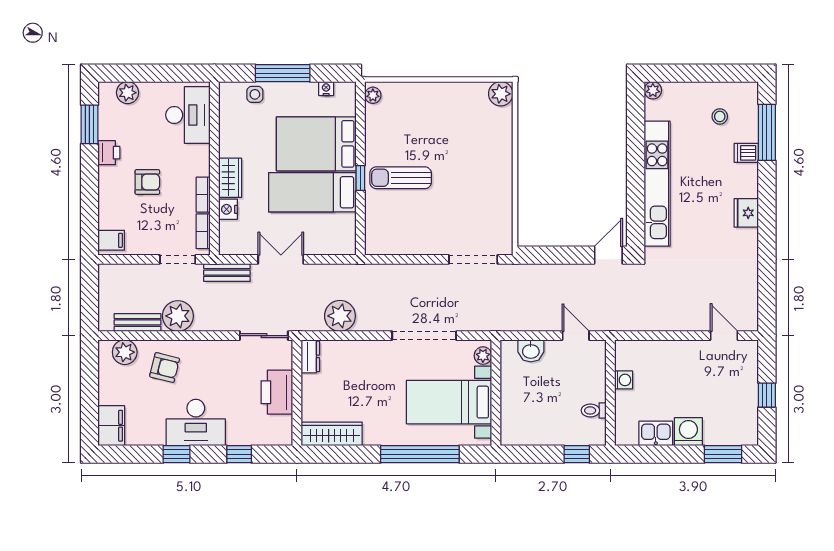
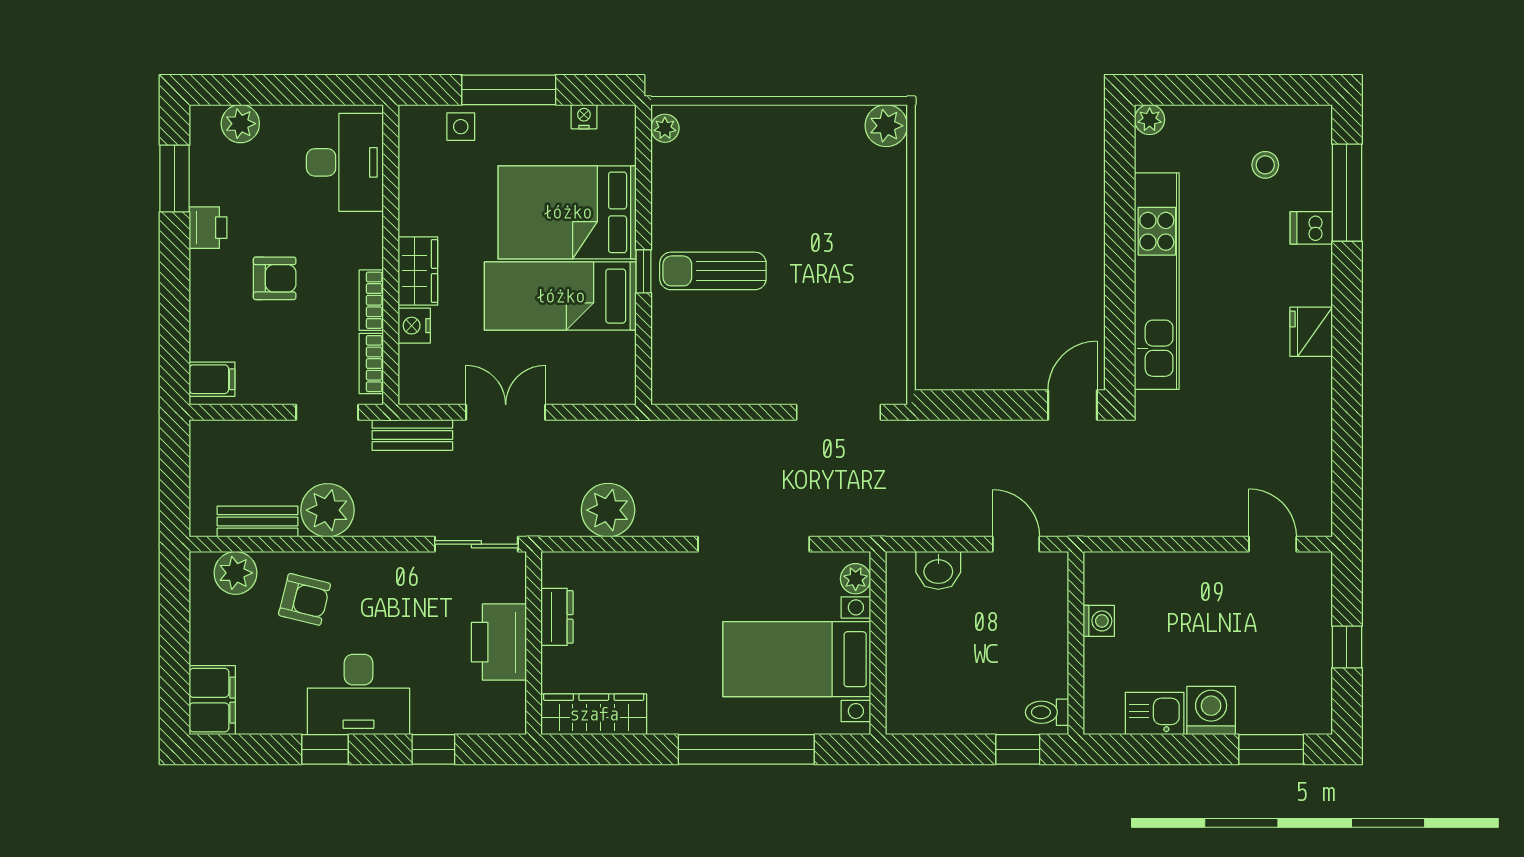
dresser: (310, 356) -> (557, 617), moved
toilet: (594, 410) -> (1047, 712), moved

